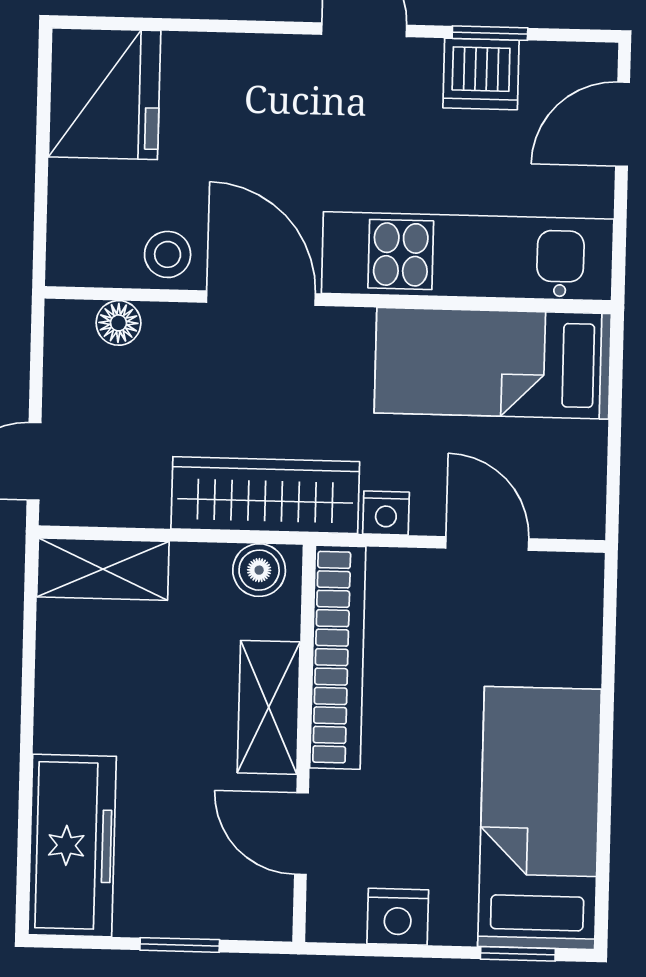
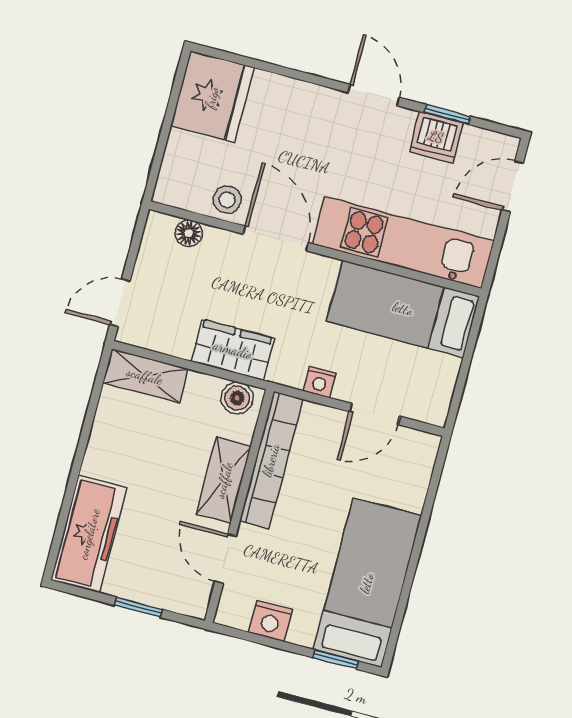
wardrobe: (265, 495) -> (233, 350), width x0.67
door: (487, 543) -> (375, 414), swing flipped

